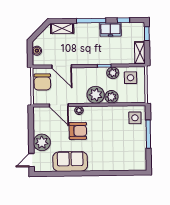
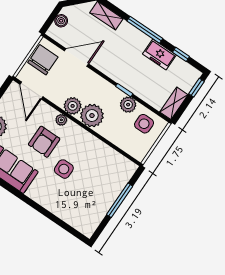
door: (62, 66) -> (76, 57), swing flipped
chair: (42, 82) -> (43, 60), turned 180
plant: (111, 97) -> (73, 106), moved
door: (59, 105) -> (31, 90), moved
side table: (135, 118) -> (64, 169), moved
armchair: (78, 131) -> (44, 142), turned 90

